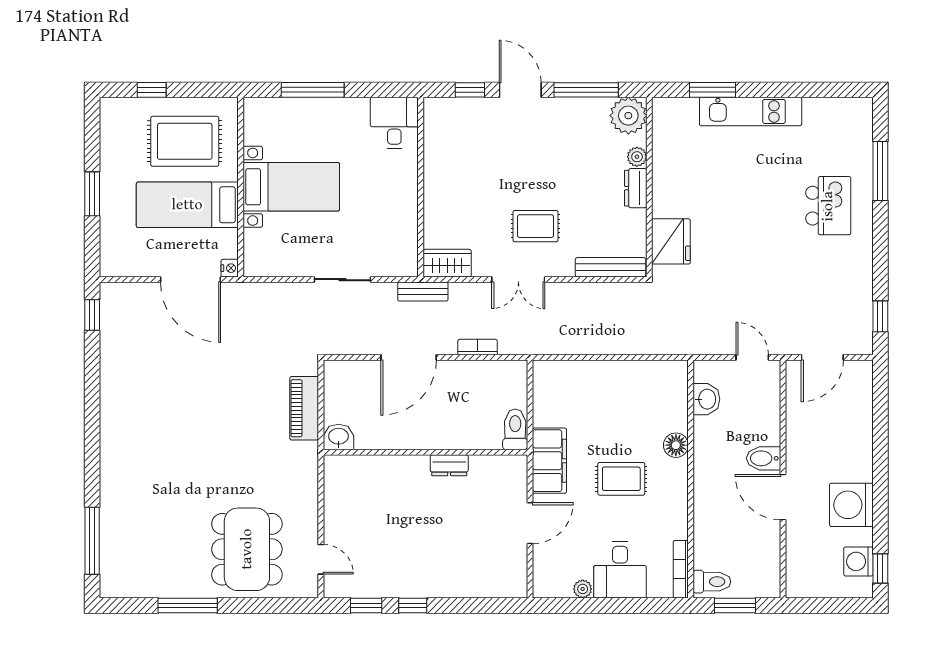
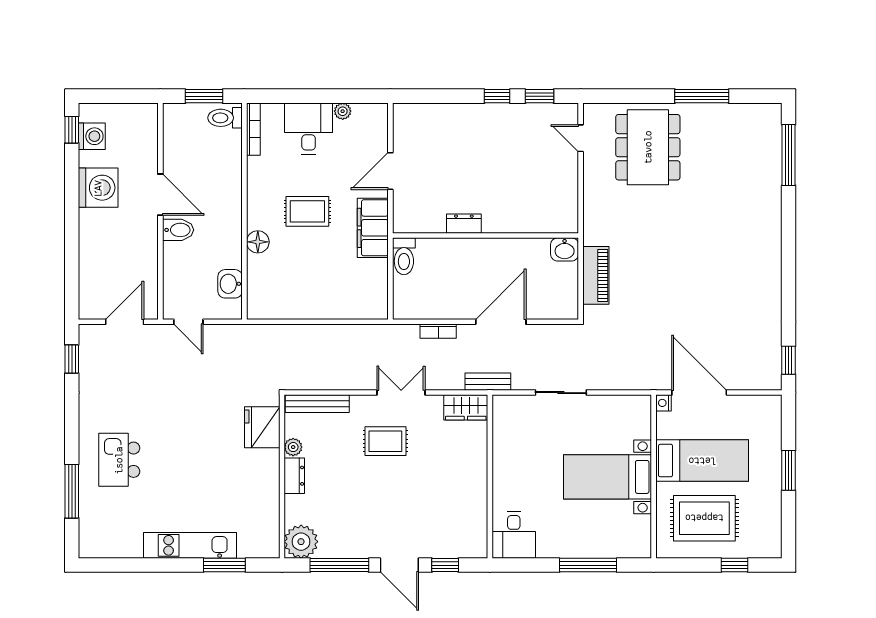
plant: (637, 157) -> (293, 447), moved

